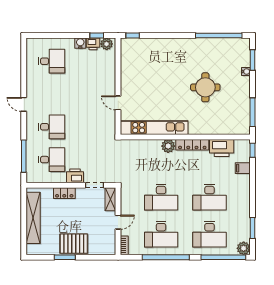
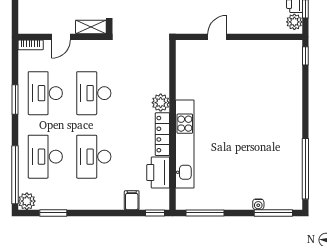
window: (252, 60) -> (273, 213), width x1.44
round table: (205, 87) -> (238, 151), removed
kitchen unit: (154, 128) -> (185, 144), moved
door: (118, 222) -> (61, 37), hinge flipped
window: (166, 257) -> (15, 99), width x0.47

